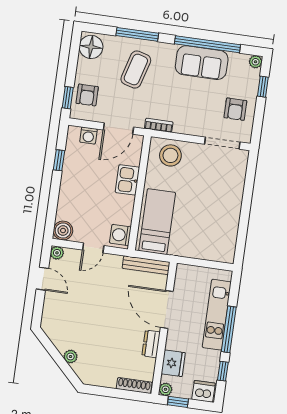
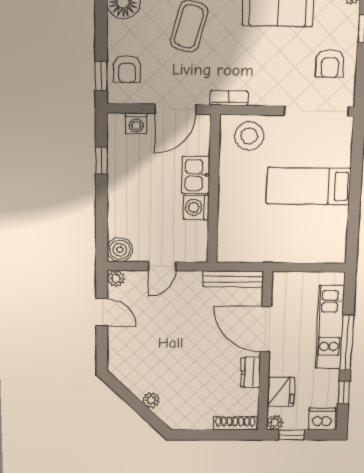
doorway: (222, 143) -> (317, 111), width x1.36
bed: (157, 222) -> (309, 186), moved, turned -90
washing machine: (120, 235) -> (196, 207), moved

